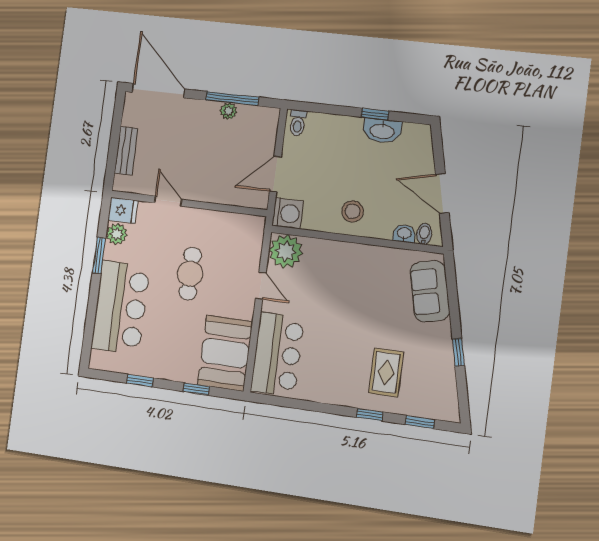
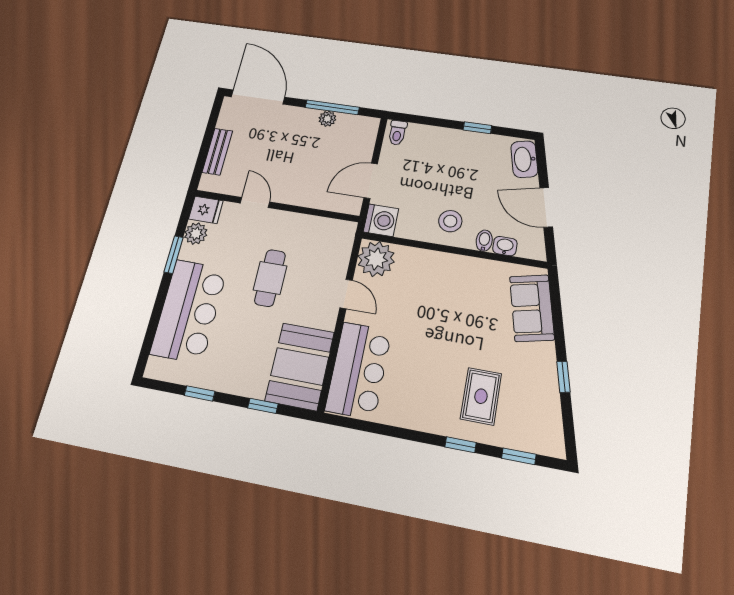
washbasin: (382, 131) -> (524, 159), moved, turned 77
bidet: (424, 234) -> (484, 241), moved

